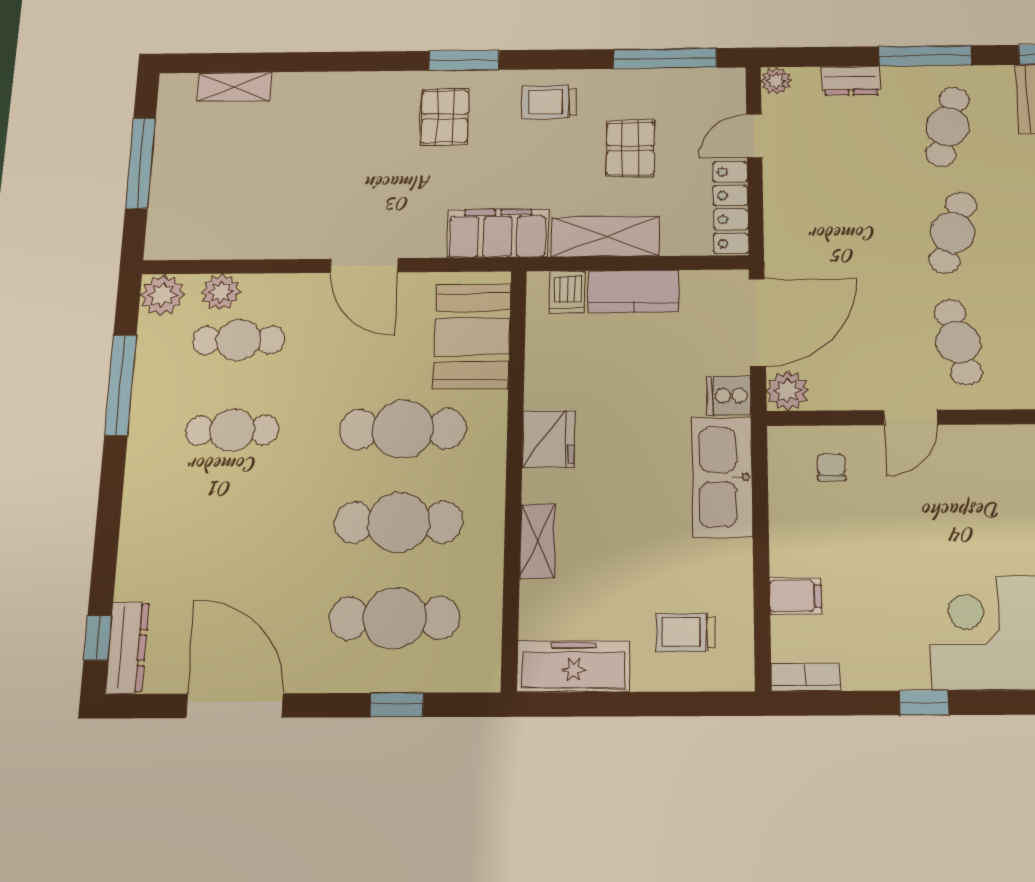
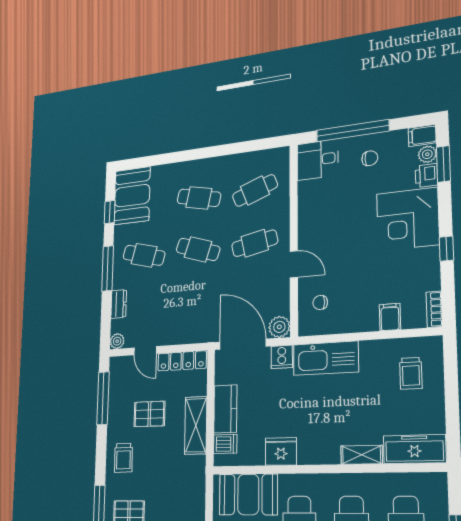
filing cabinet: (498, 233) -> (193, 483), removed
fridge: (549, 439) -> (281, 451), moved
freezer: (574, 666) -> (414, 449), moved, turned 90

